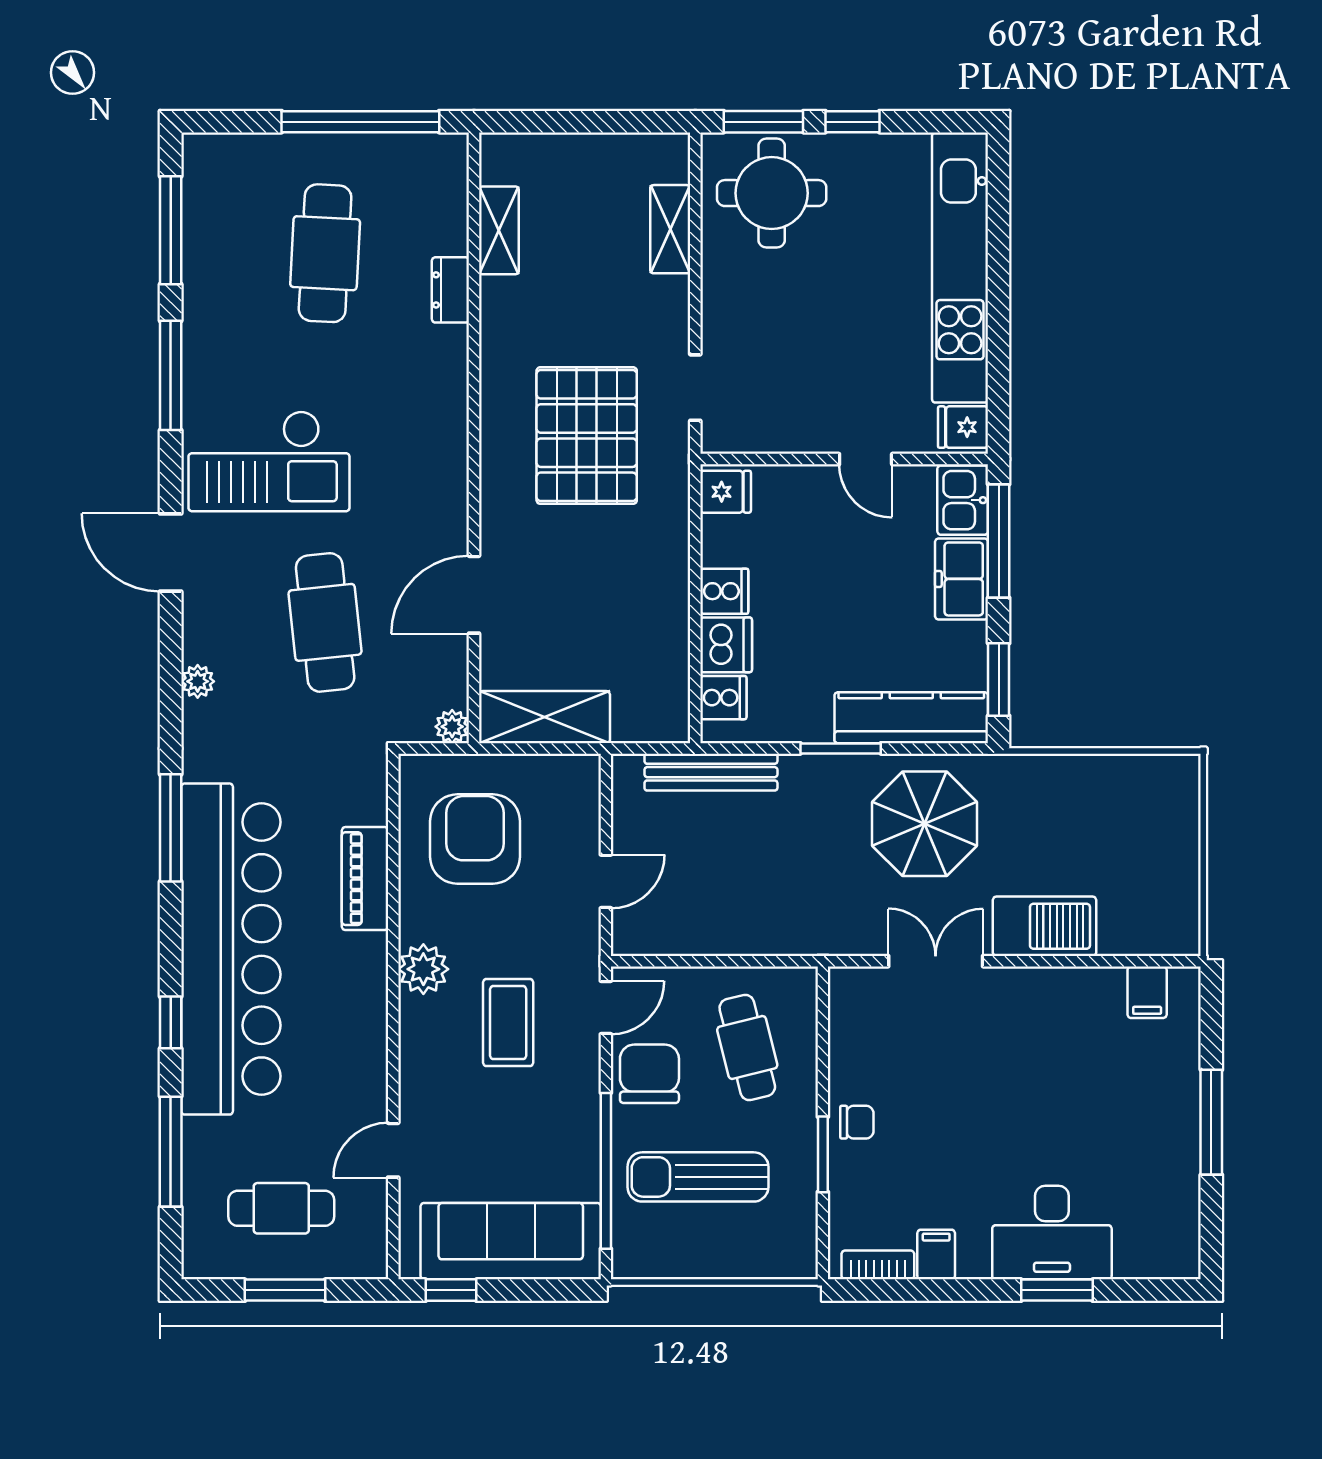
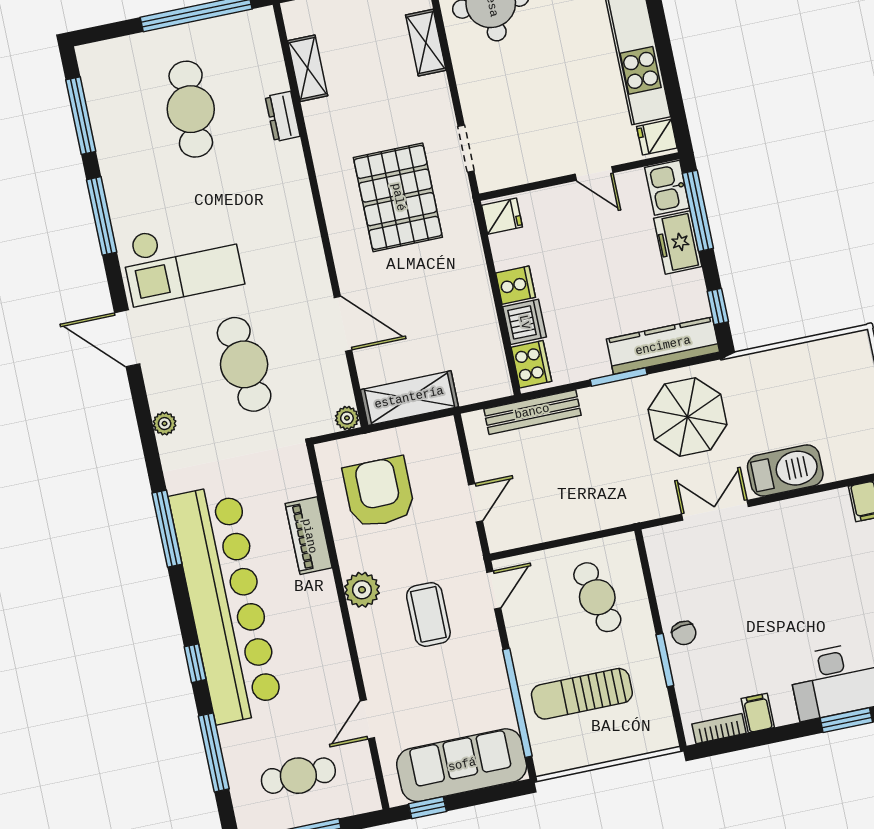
door: (474, 595) -> (343, 324), swing flipped
window: (999, 680) -> (718, 307), width x0.67
cooker: (723, 698) -> (531, 364), width x1.36
chair: (649, 1074) -> (533, 629), removed
chair: (857, 1122) -> (684, 633), turned 80

